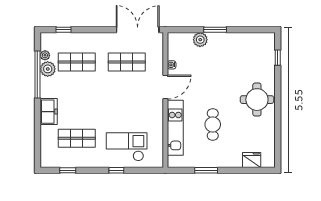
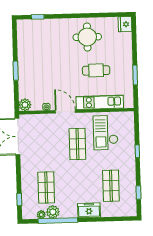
plant: (200, 40) -> (25, 105), moved
shop shelf: (127, 62) -> (77, 144), moved
round table: (257, 100) -> (87, 37), moved
checkout: (127, 147) -> (106, 133), moved
fridge: (252, 160) -> (125, 24), moved

